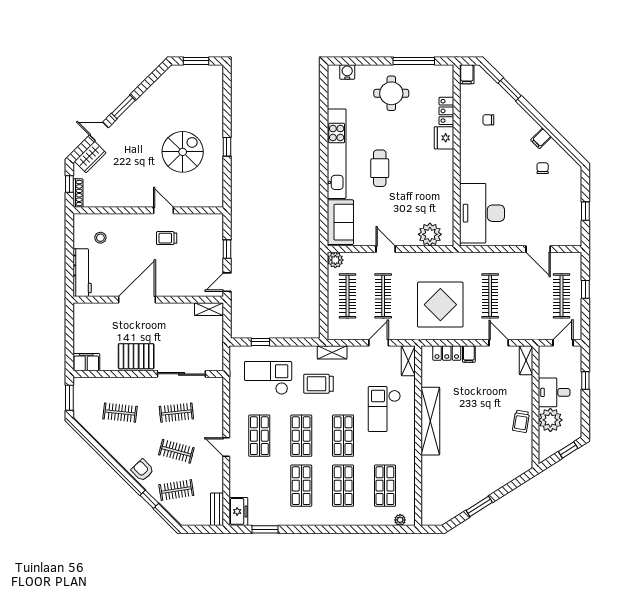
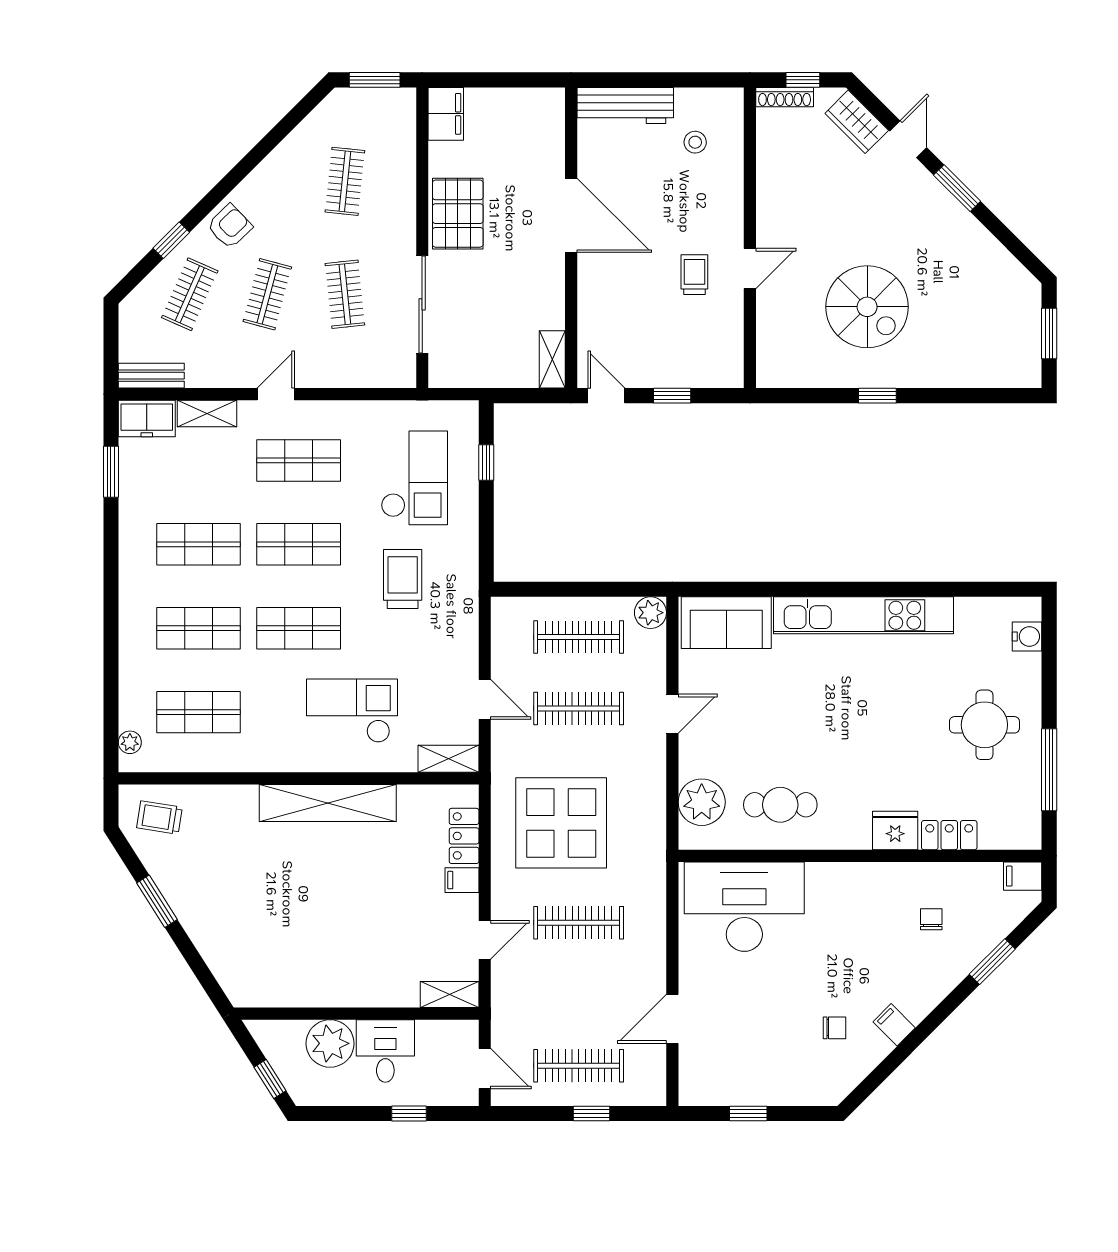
cafe table: (380, 168) -> (780, 805), moved
shelving: (332, 352) -> (207, 413), moved, turned 90
trolley: (521, 421) -> (159, 818), moved
clothes rail: (176, 490) -> (190, 294), turned 33

